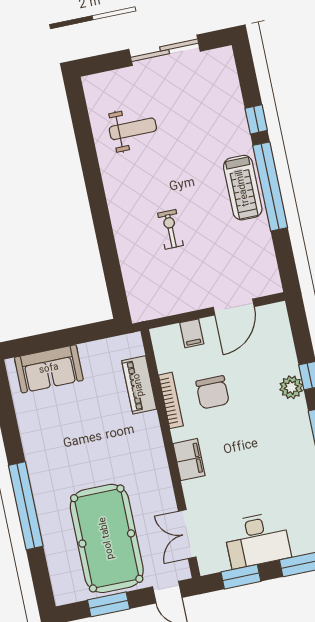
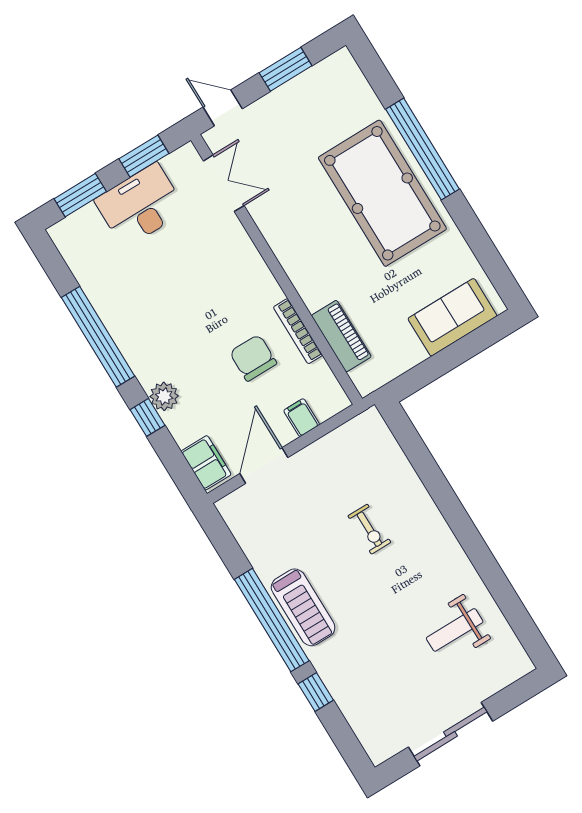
treadmill: (243, 188) -> (303, 607), turned 180
filing cabinet: (189, 460) -> (206, 463), moved, turned 180
pool table: (107, 538) -> (382, 193), moved

